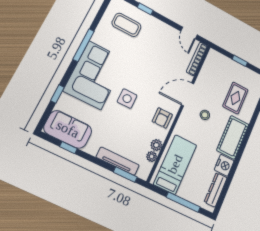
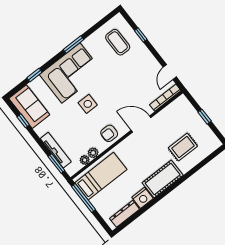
window: (83, 45) -> (74, 44), width x0.69
stool: (205, 115) -> (147, 148), removed
window: (183, 202) -> (83, 198), moved

